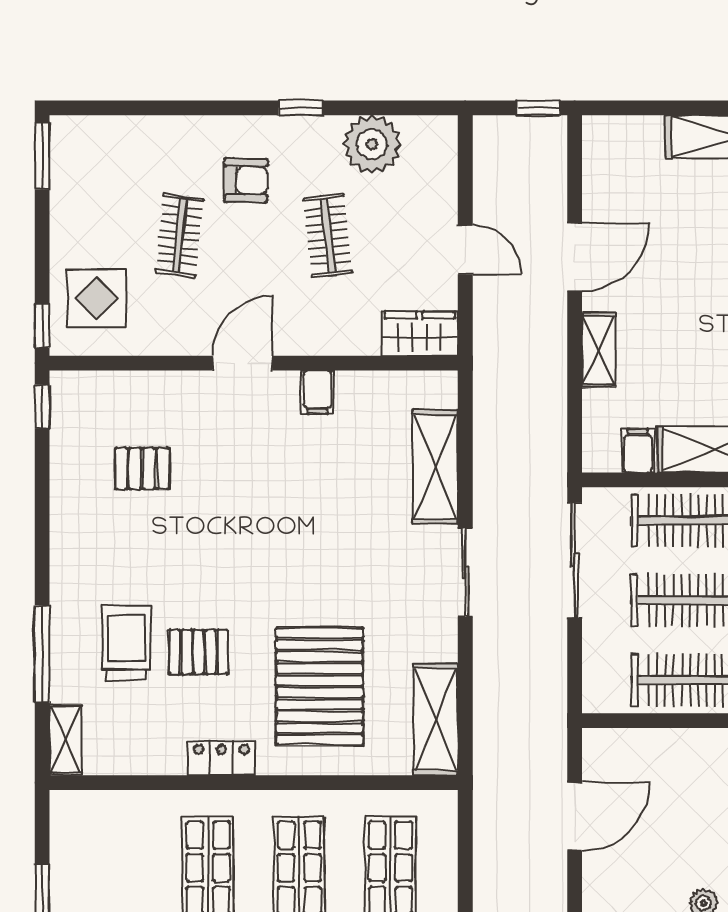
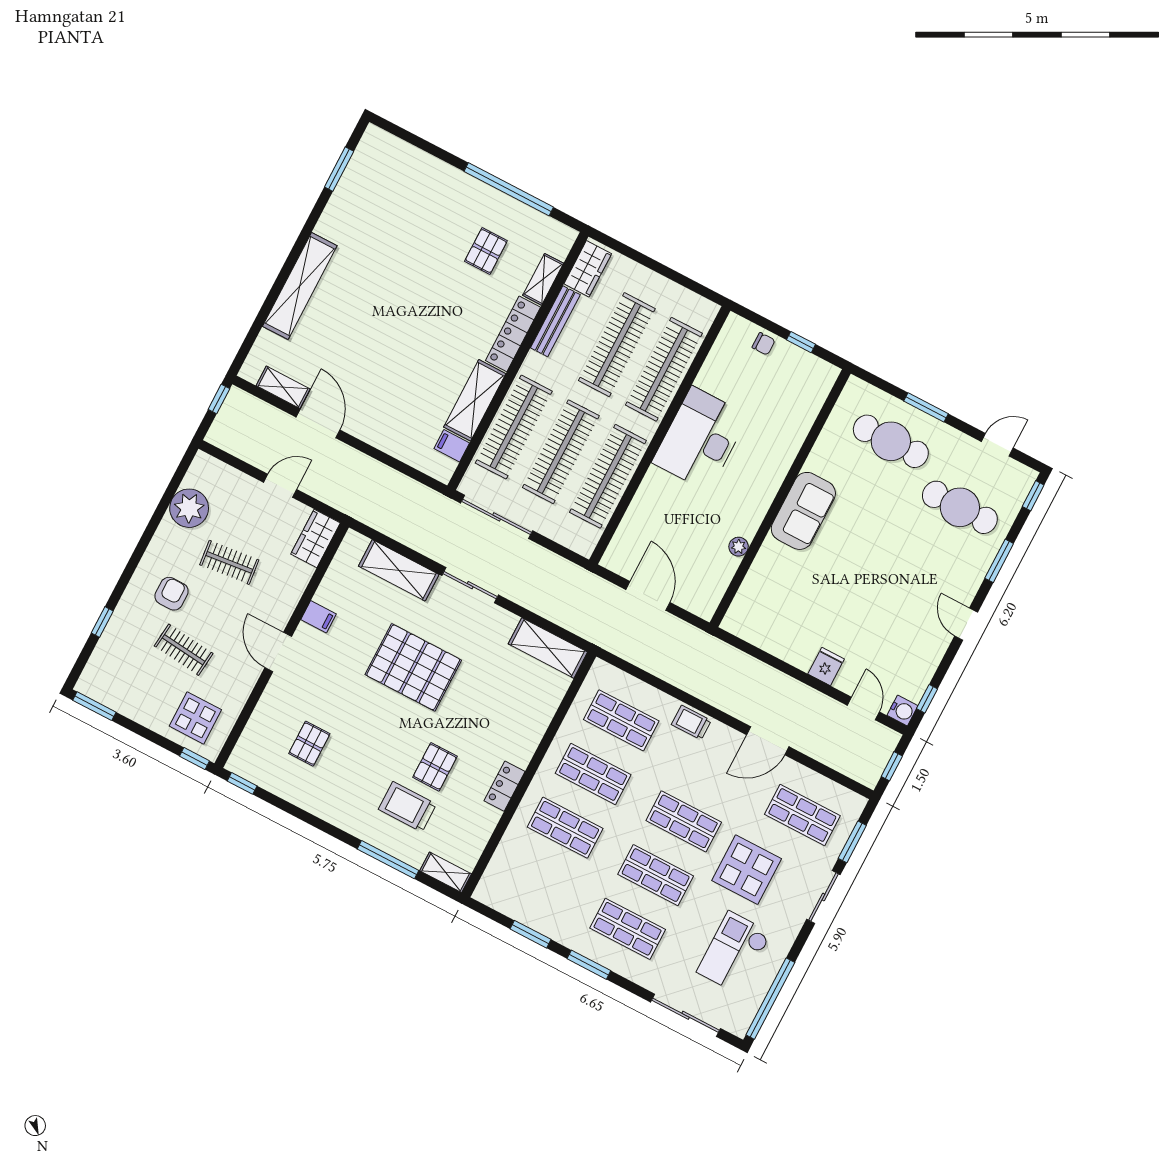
window: (301, 108) -> (102, 622), moved
shelving: (599, 350) -> (283, 387), moved
pallet: (320, 687) -> (413, 667), moved

